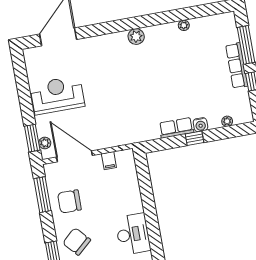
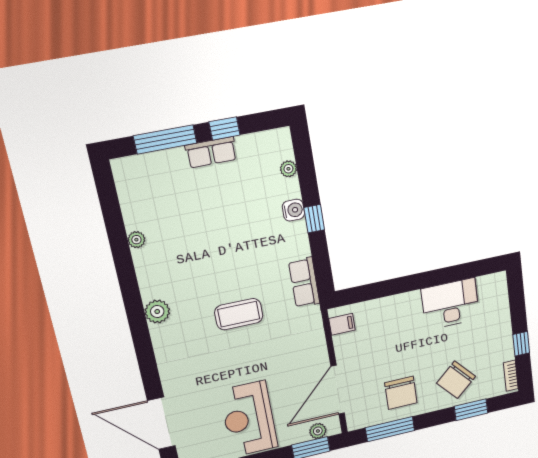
row of seats: (237, 66) -> (211, 152), width x0.68
coffee table: (132, 89) -> (239, 314), added
row of seats: (176, 128) -> (304, 282), moved
filing cabinet: (109, 161) -> (342, 324), moved

